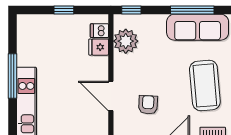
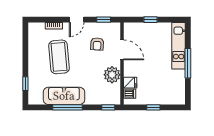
plant: (126, 41) -> (112, 75), moved

